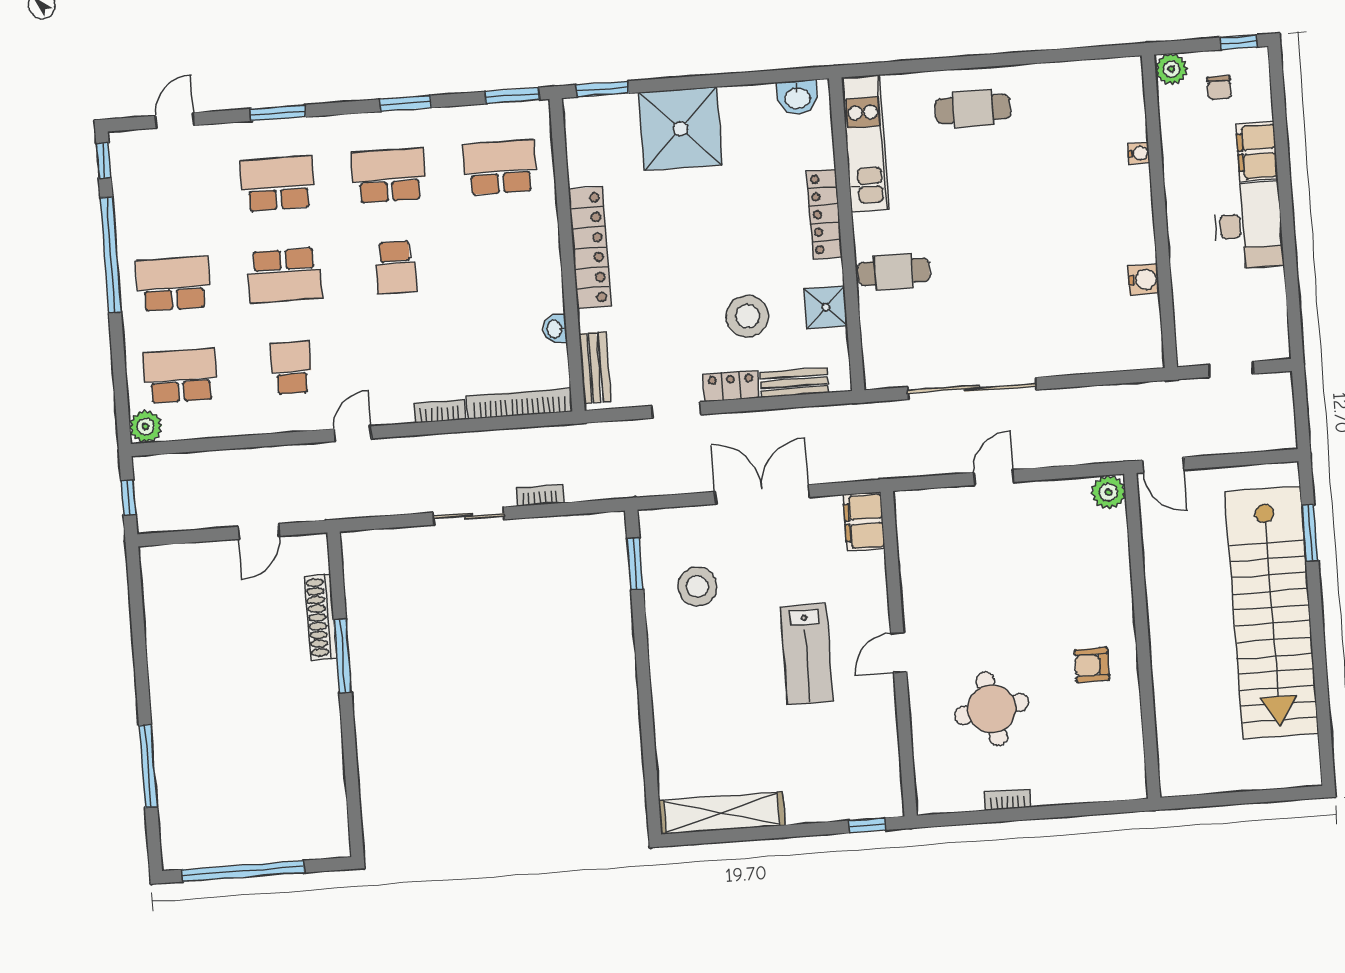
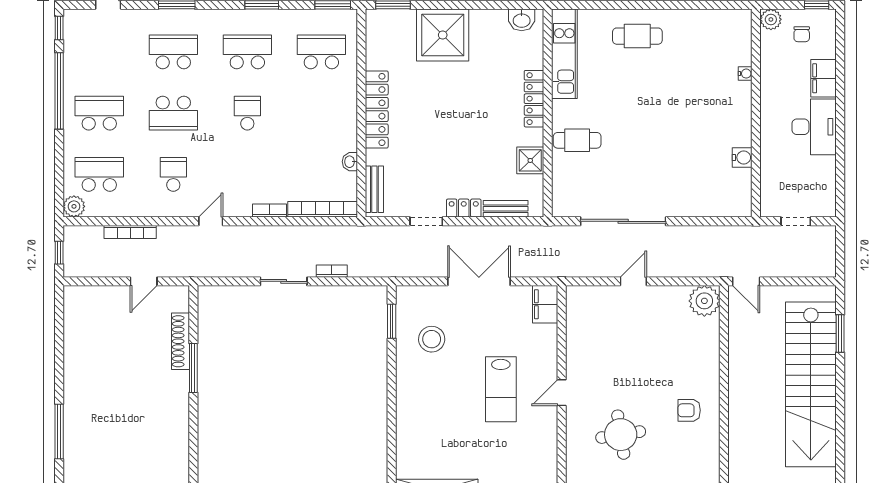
school desk: (396, 267) -> (247, 113), turned 180
stool: (747, 316) -> (478, 163), removed
bookcase: (233, 459) -> (130, 232), added
plant: (1108, 492) -> (704, 301), width x1.36, depth x1.36

